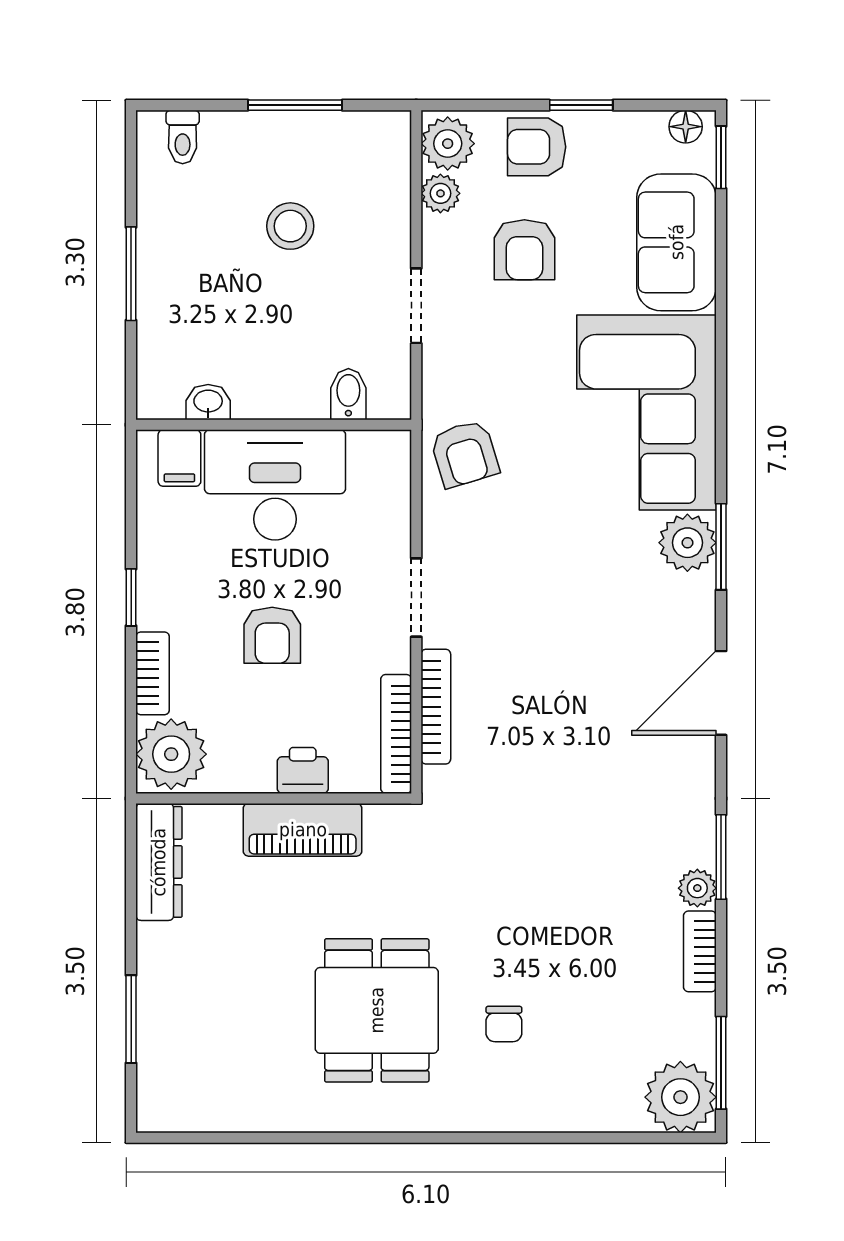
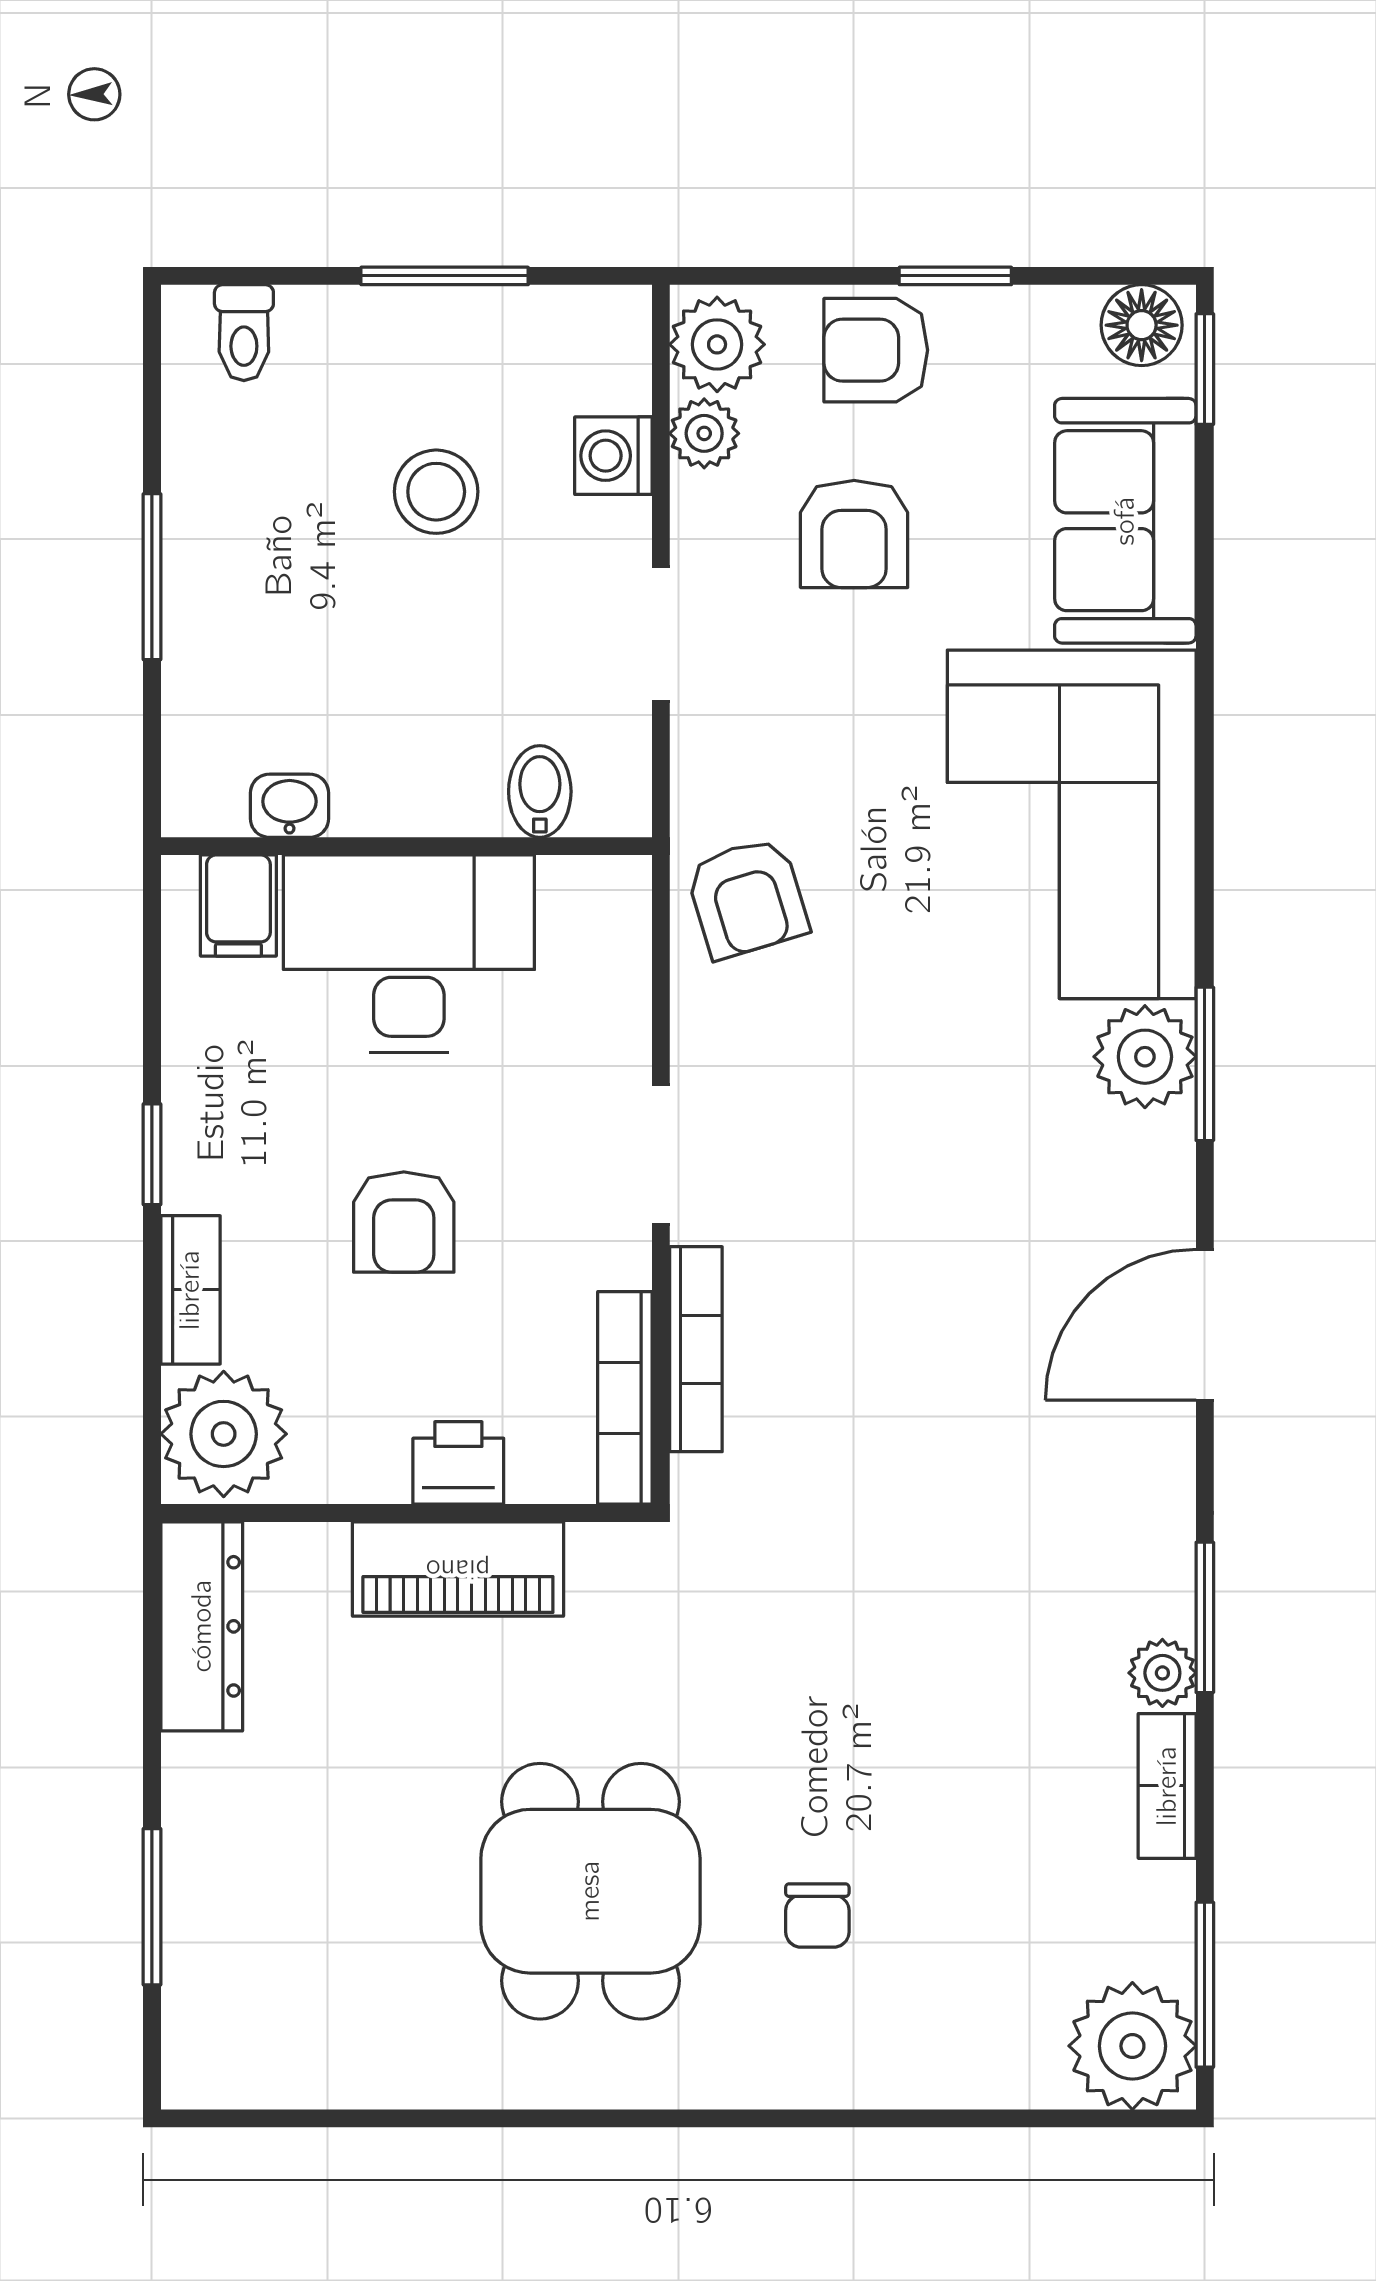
floor lamp: (686, 127) -> (1142, 325), width x1.37, depth x1.37
washing machine: (390, 206) -> (613, 456), added

